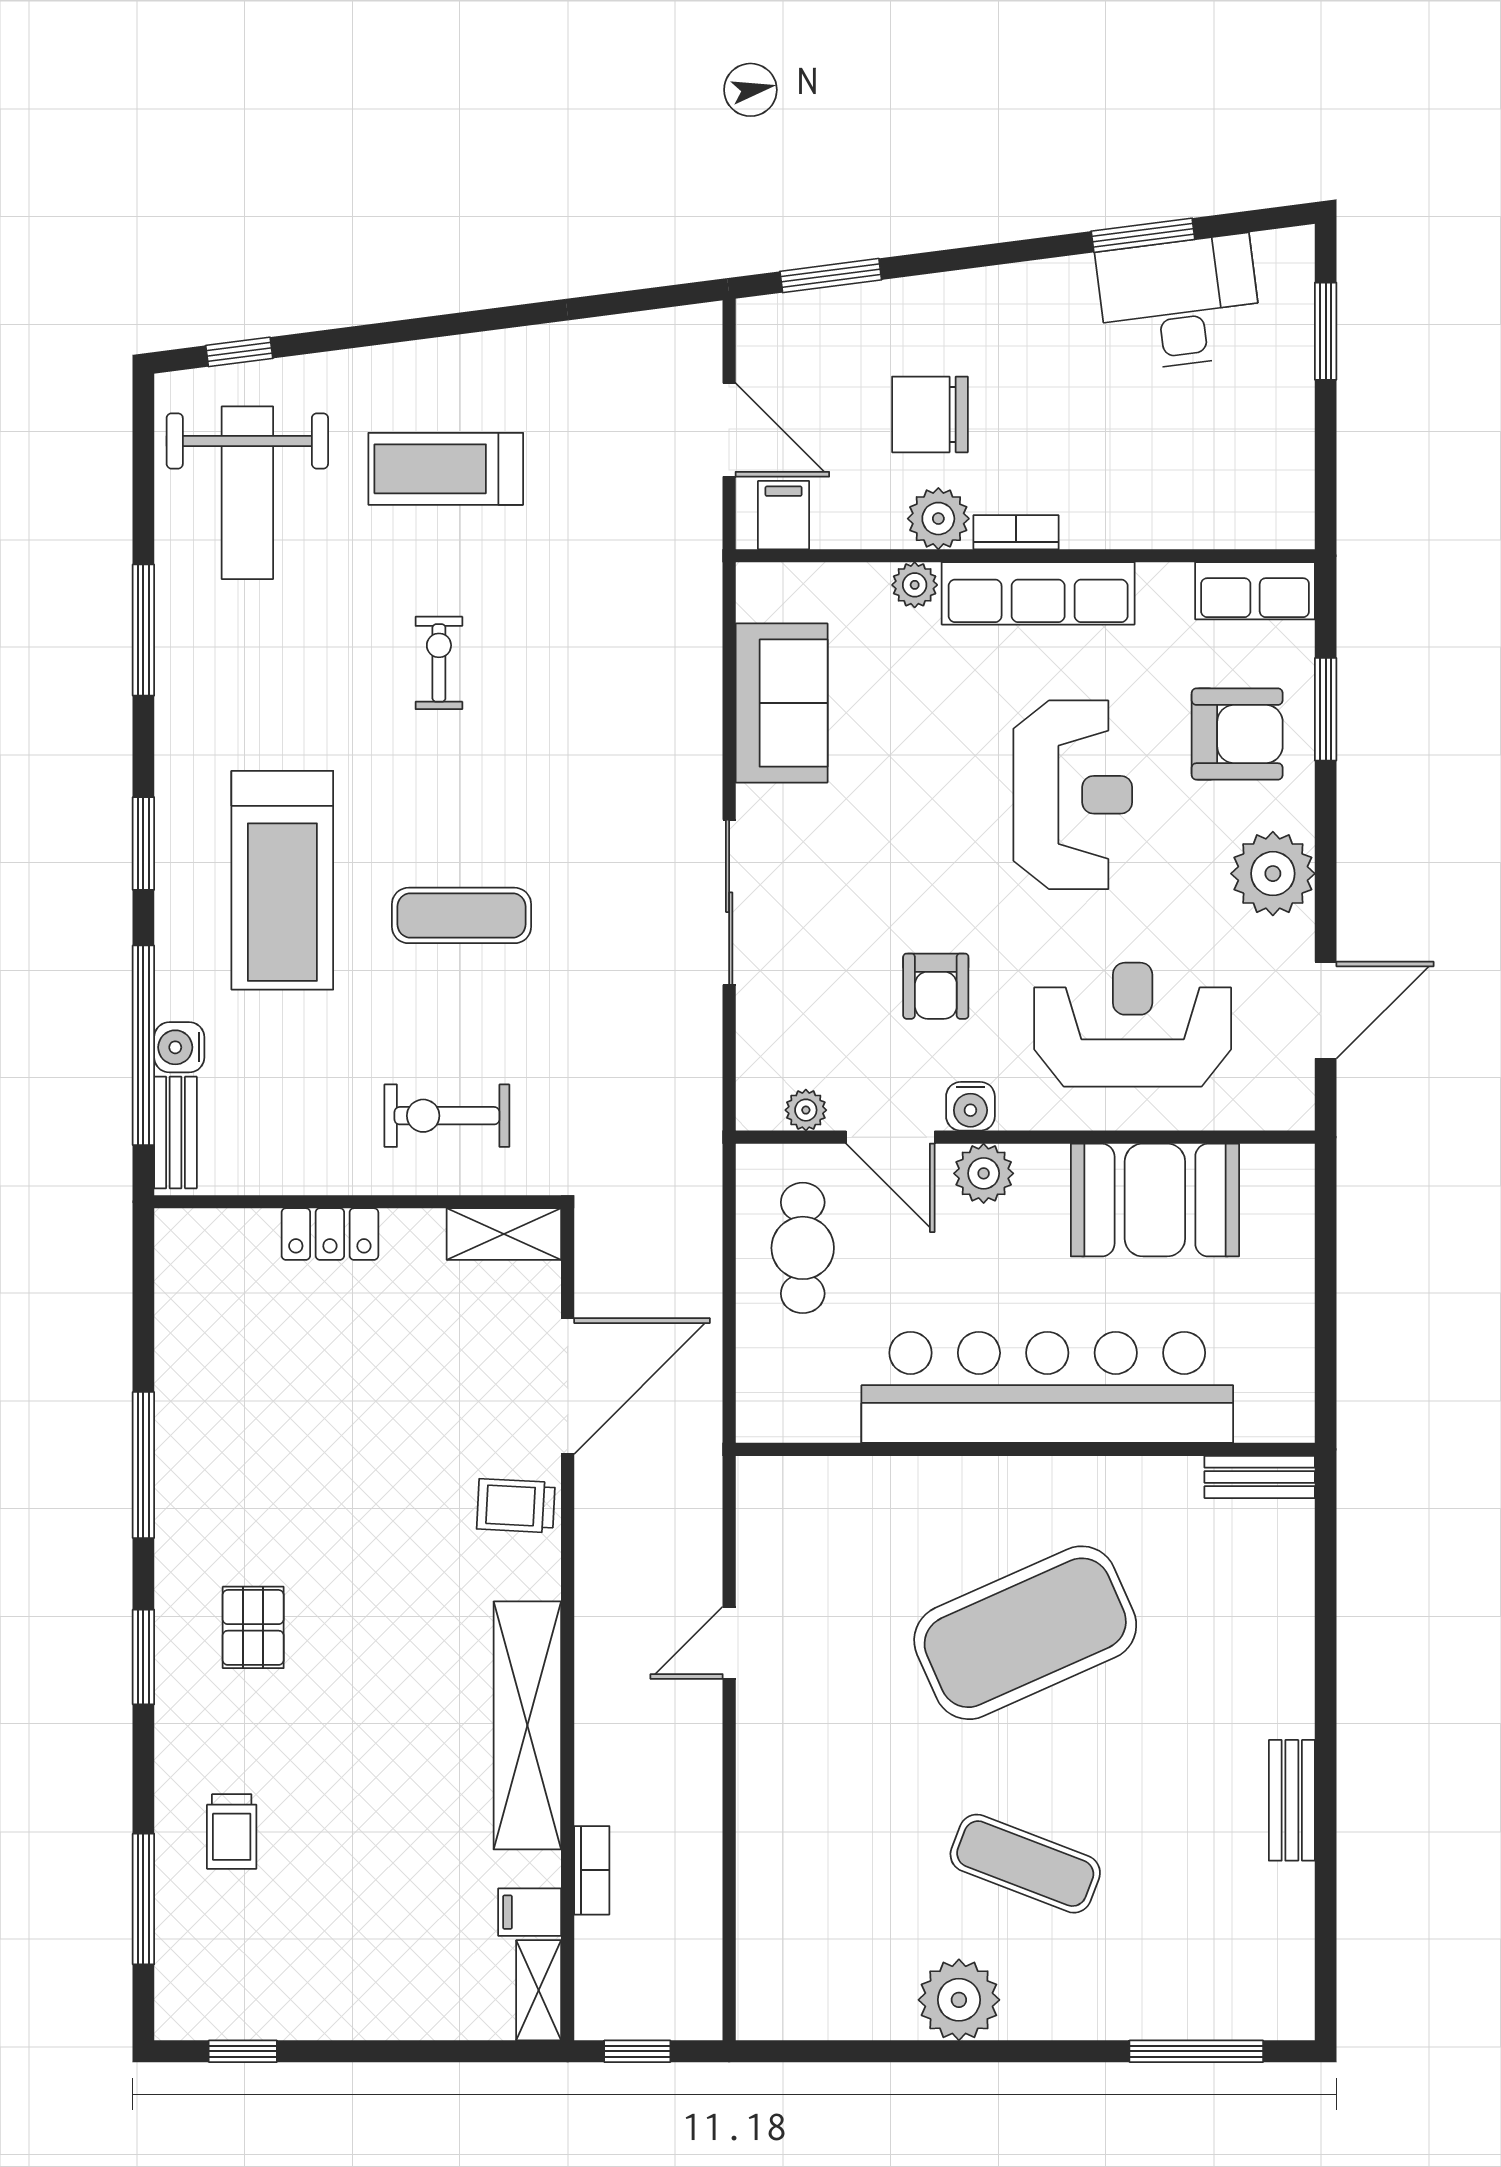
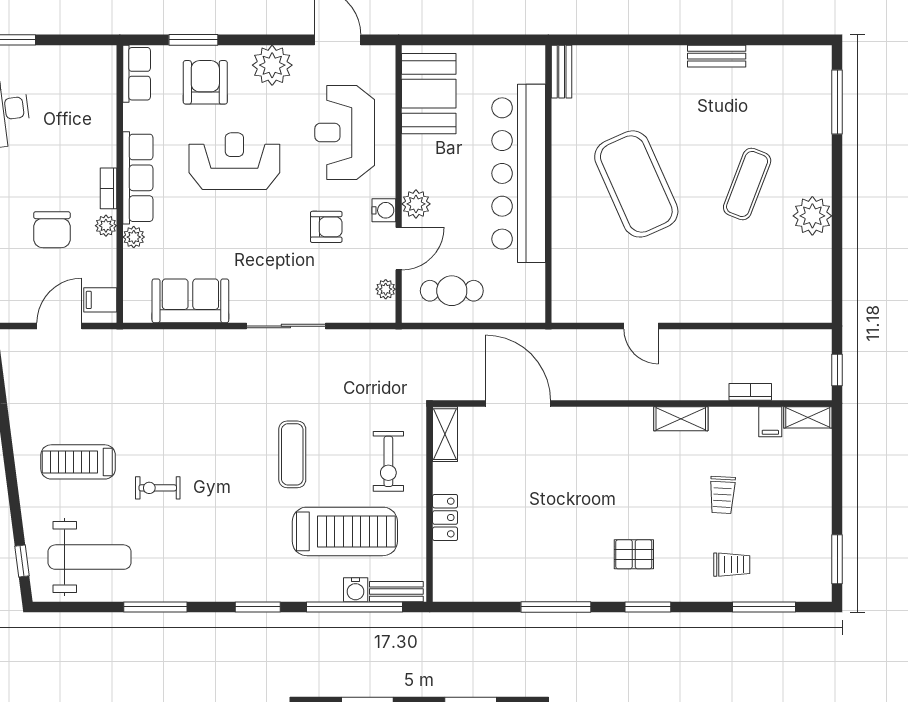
treadmill: (446, 469) -> (78, 462), turned 90
plant: (938, 519) -> (106, 226), width x0.73, depth x0.73
exercise bike: (439, 663) -> (158, 488), moved
treadmill: (282, 880) -> (345, 531), moved
booth: (1155, 1200) -> (429, 94), moved
trolley: (516, 1506) -> (722, 495), moved
shelving: (527, 1725) -> (681, 419), width x0.45, depth x0.75
window: (243, 2051) -> (837, 559), width x1.50

